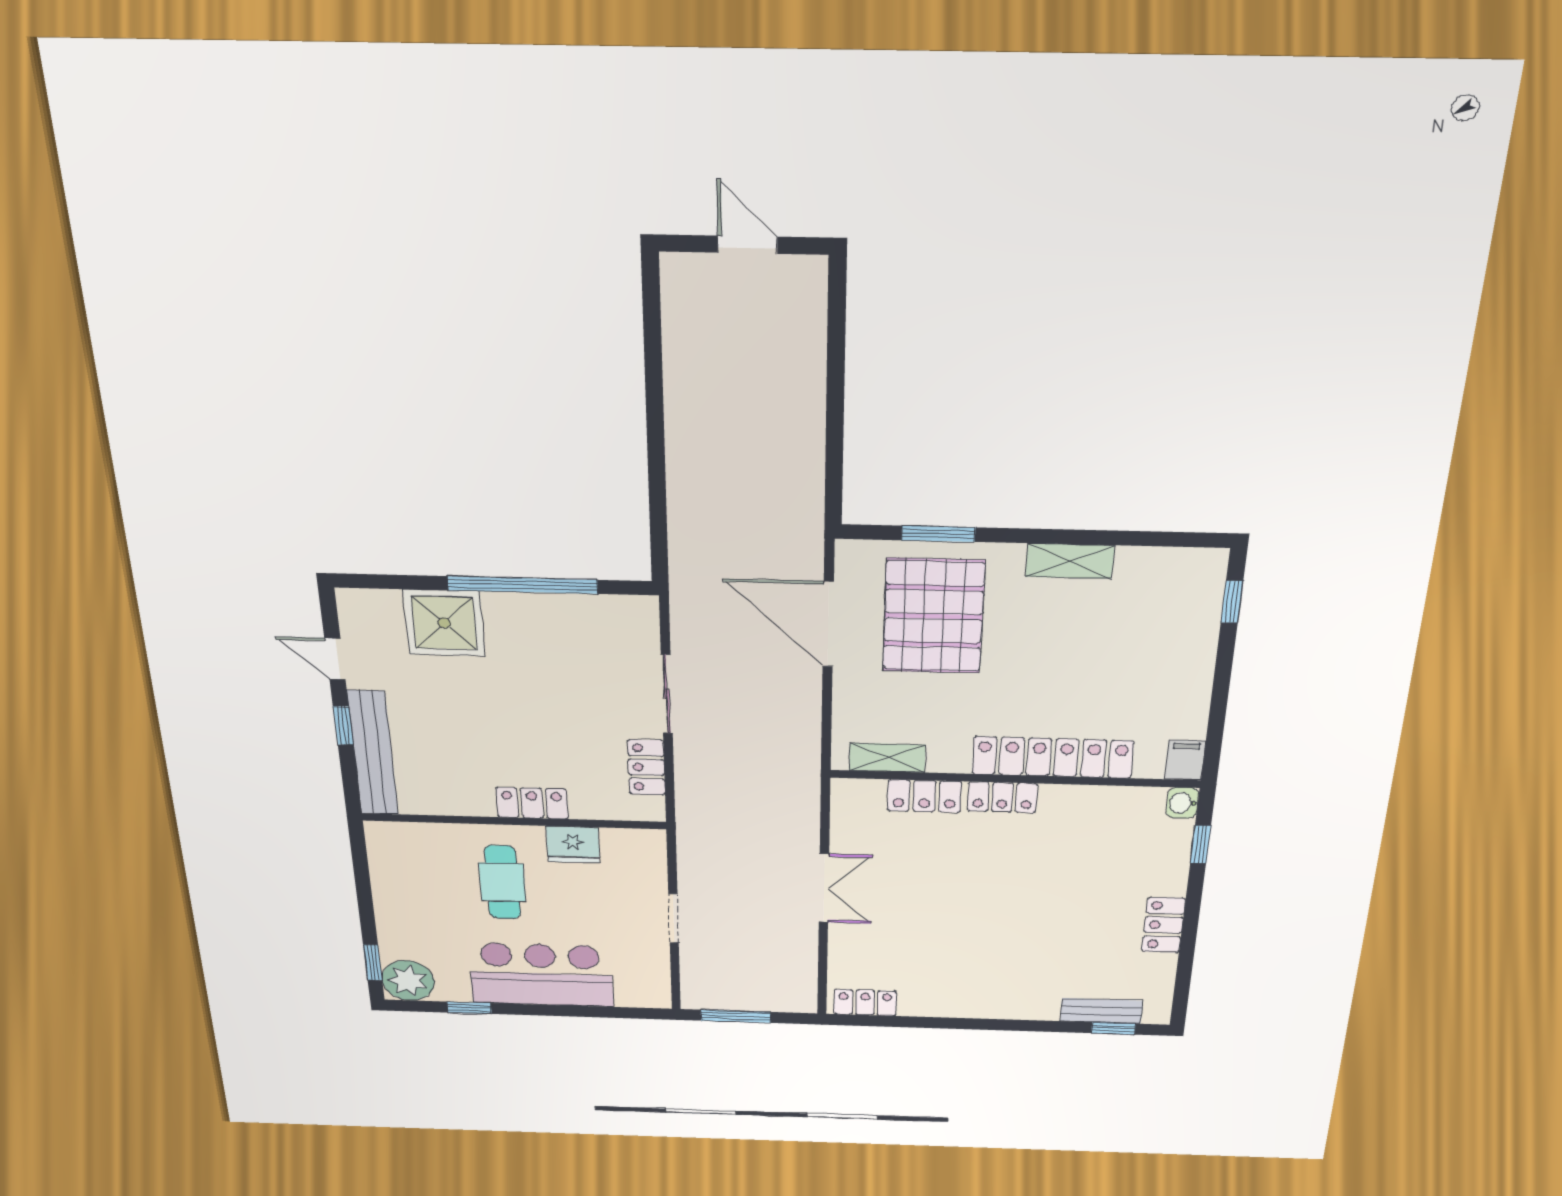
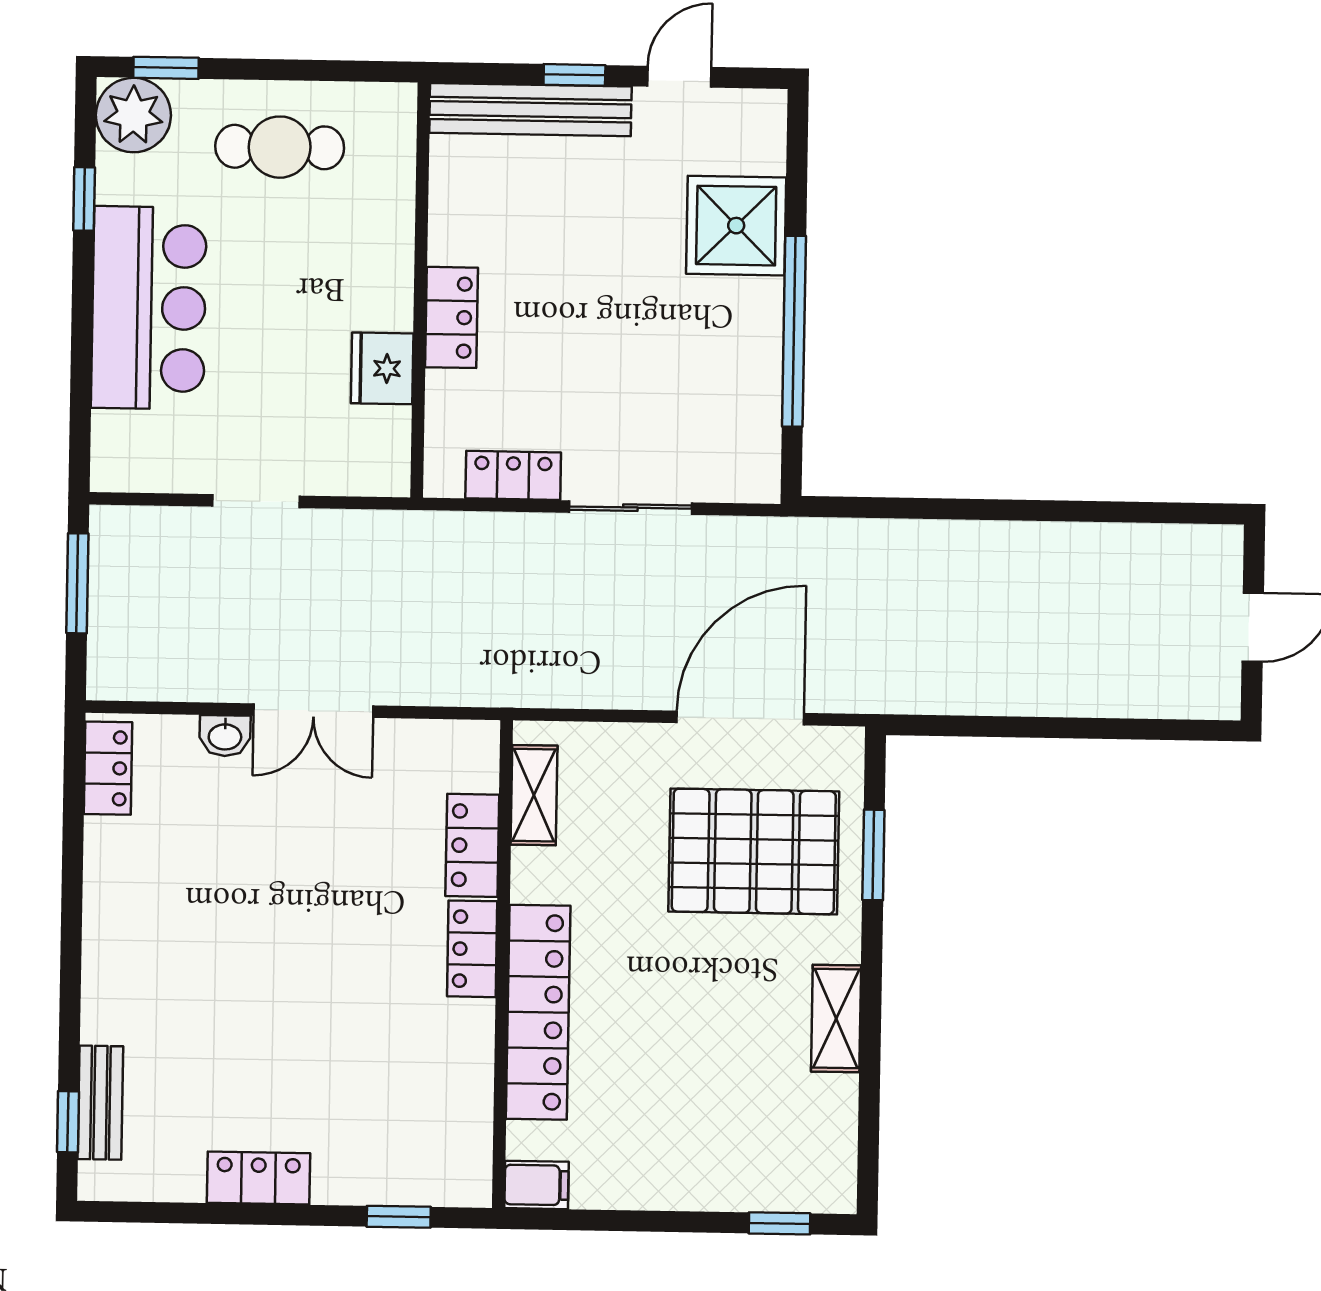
washbasin: (1182, 803) -> (225, 736), moved, turned 180
cafe table: (502, 882) -> (280, 147), moved

